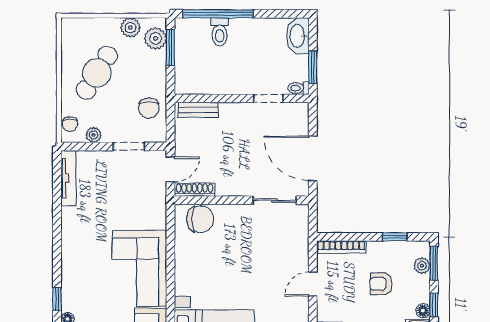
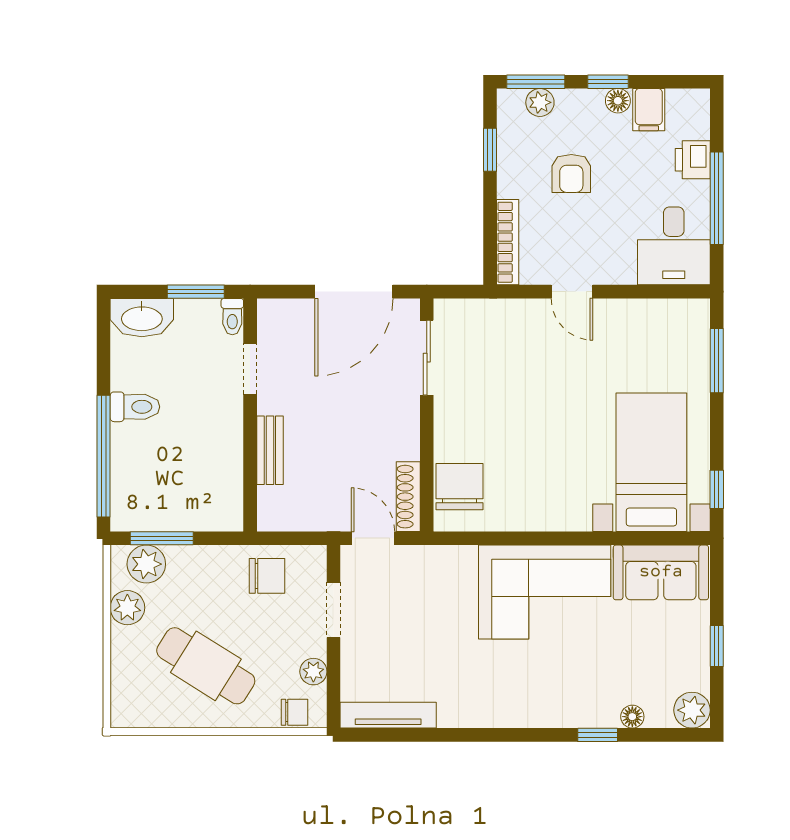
toilet: (220, 32) -> (135, 407), moved
bench: (198, 110) -> (270, 450), moved

